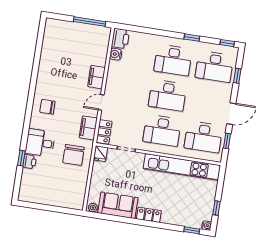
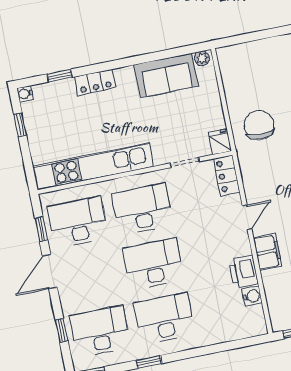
printer: (120, 39) -> (243, 272), moved
filing cabinet: (88, 128) -> (252, 173), removed
locker: (149, 215) -> (95, 82), moved
window: (192, 230) -> (60, 76), moved

